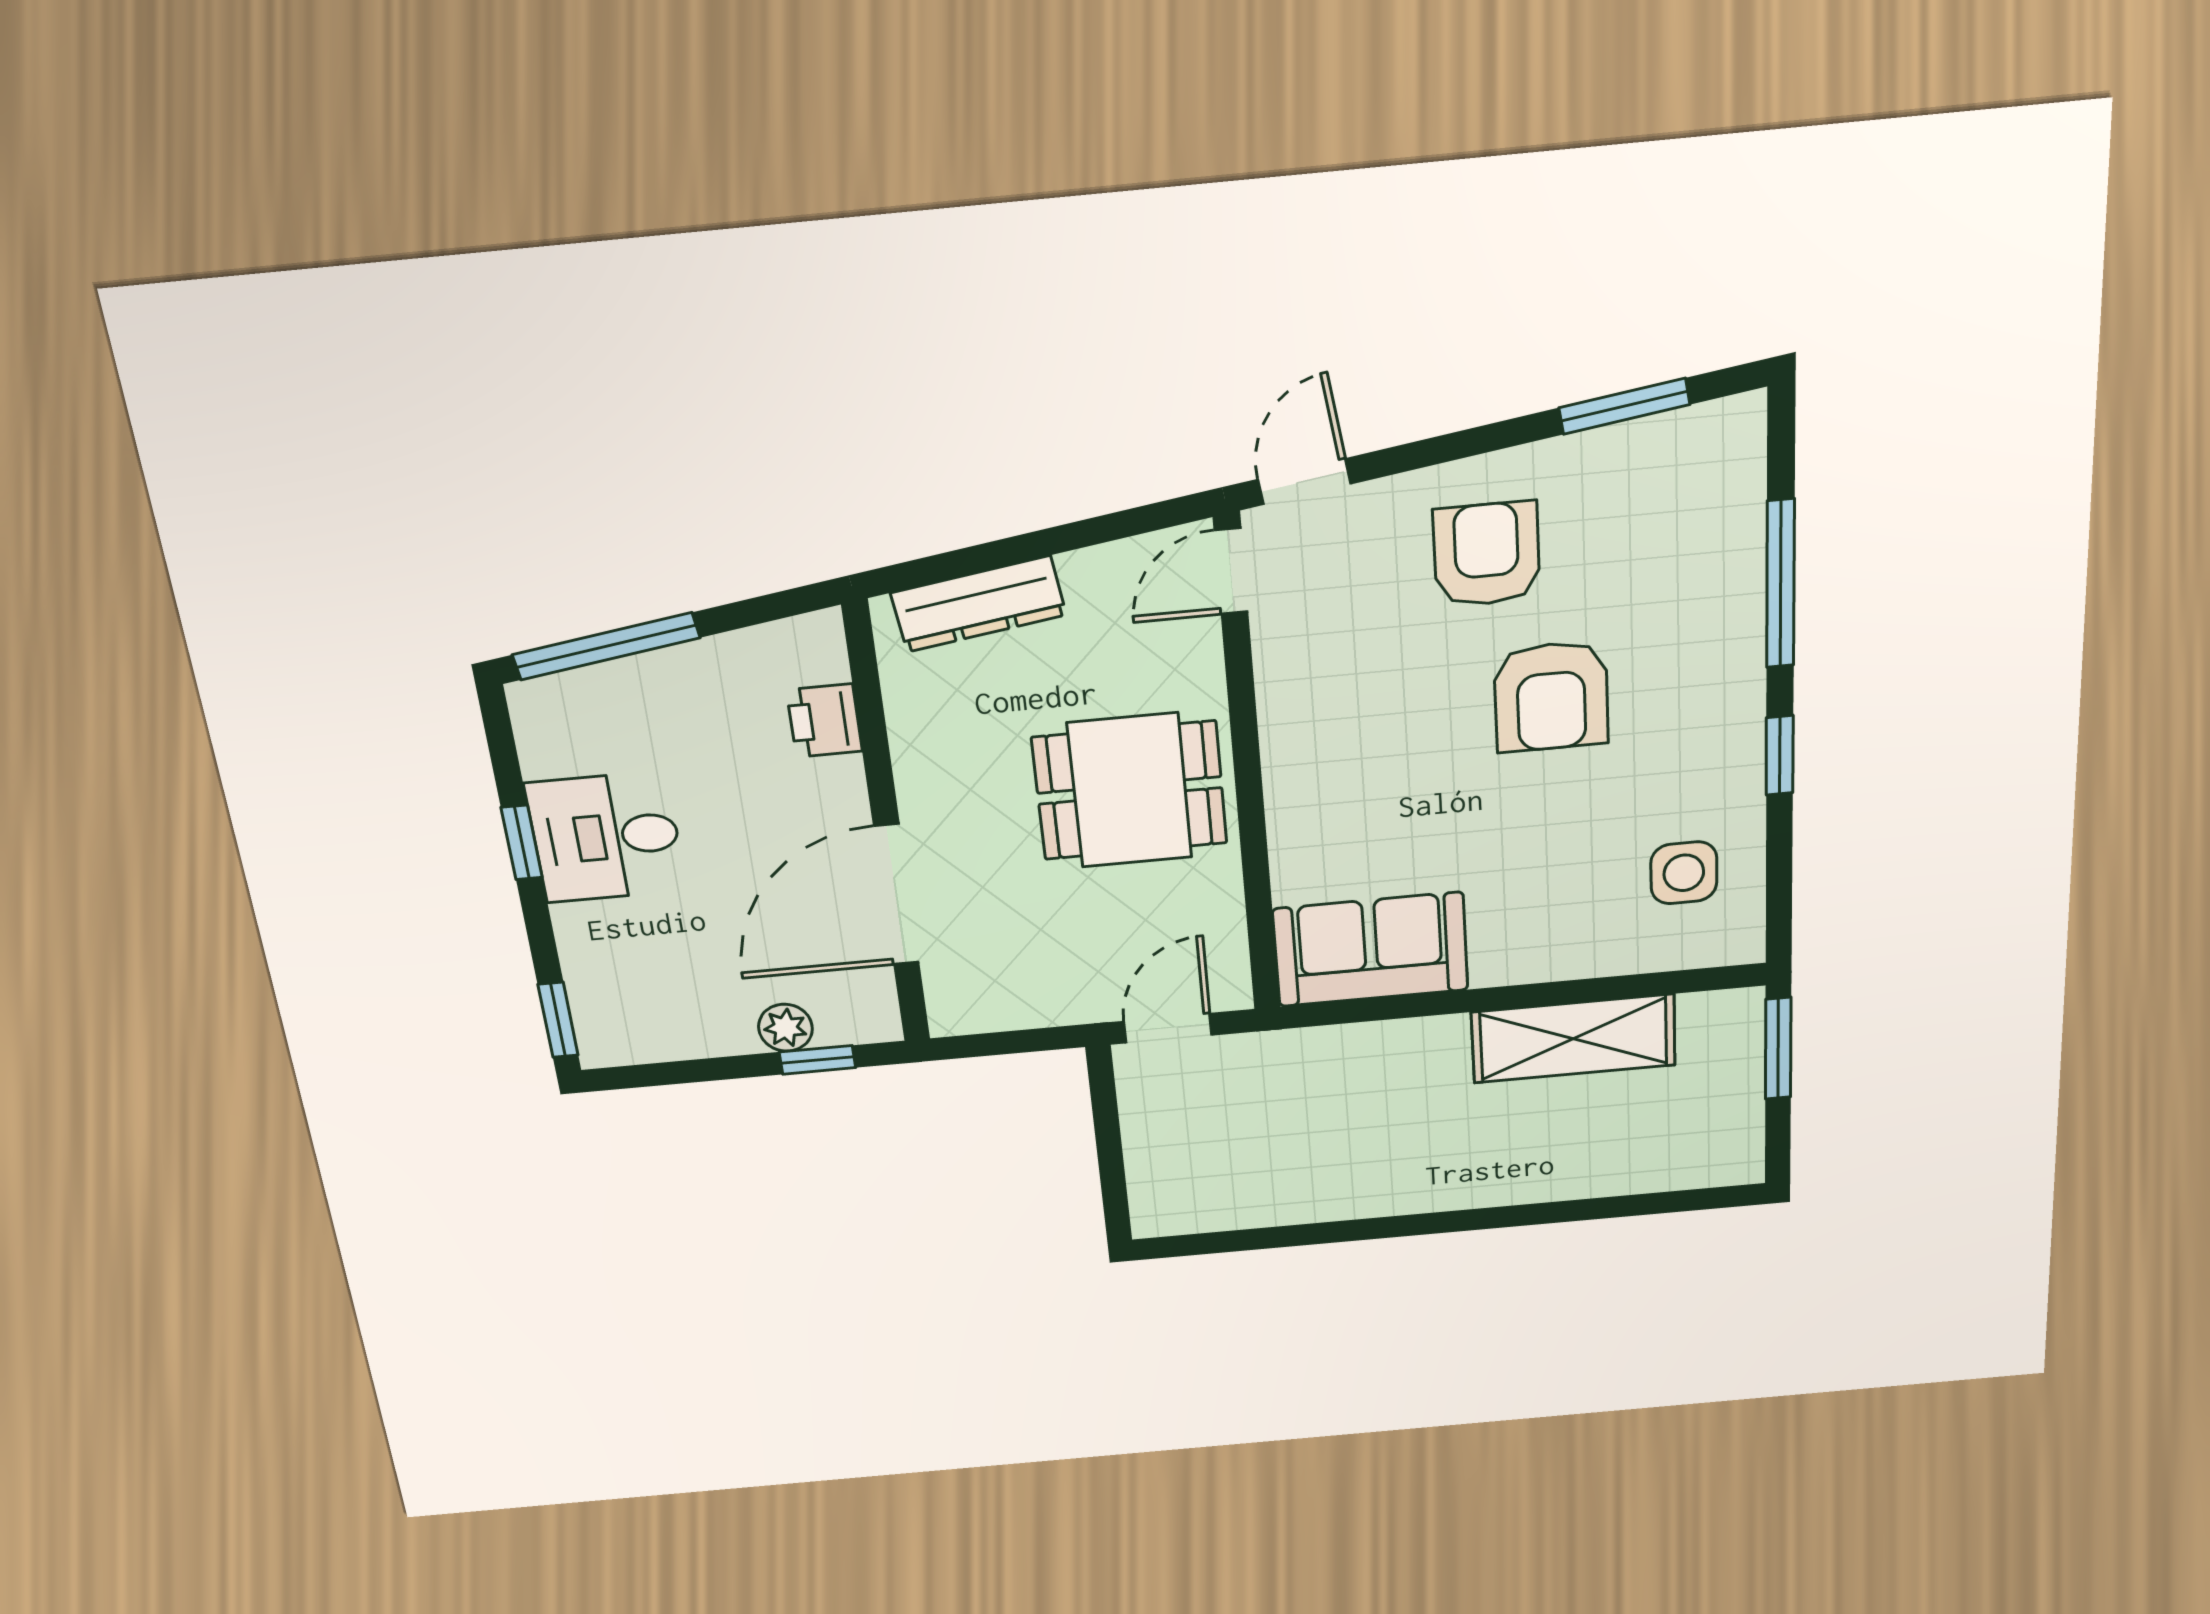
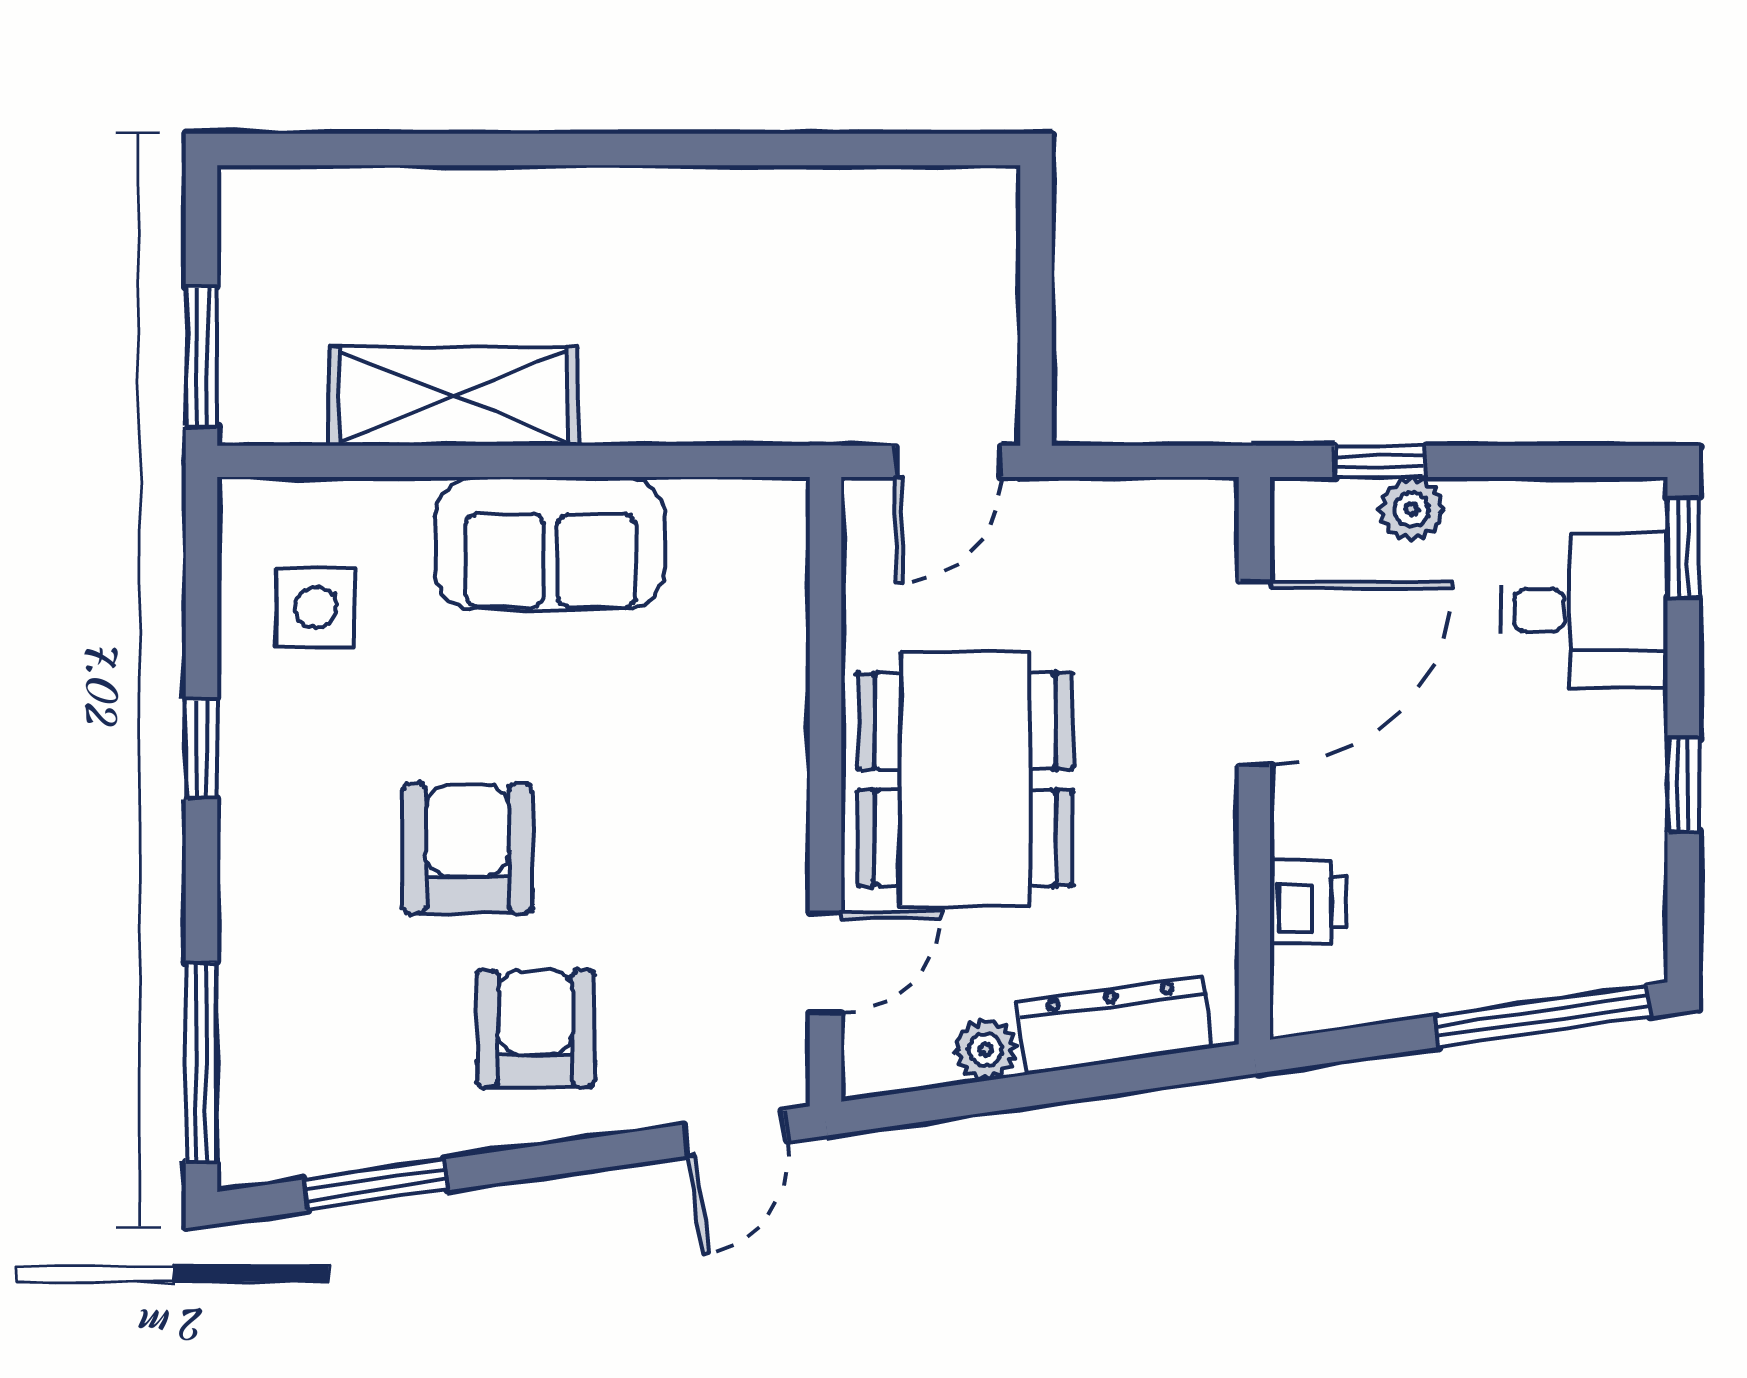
armchair: (1487, 554) -> (535, 1028), turned 180
door: (1231, 571) -> (825, 962), moved
plant: (1089, 573) -> (986, 1050), added
window: (1780, 584) -> (202, 1063), moved
dining table: (1130, 790) -> (965, 779), width x1.38
desk: (606, 837) -> (1584, 610), moved
sofa: (1371, 949) -> (550, 543), moved

